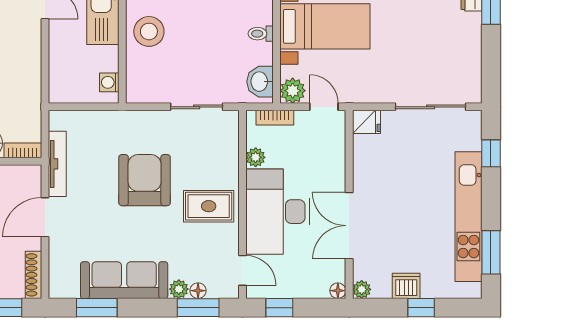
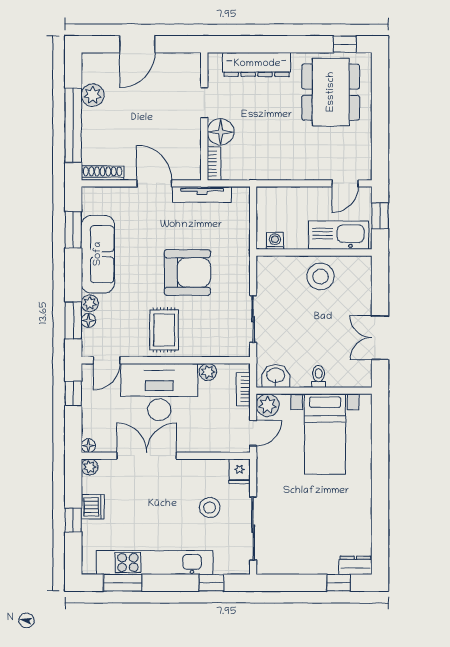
stool: (407, 155) -> (210, 507), added

